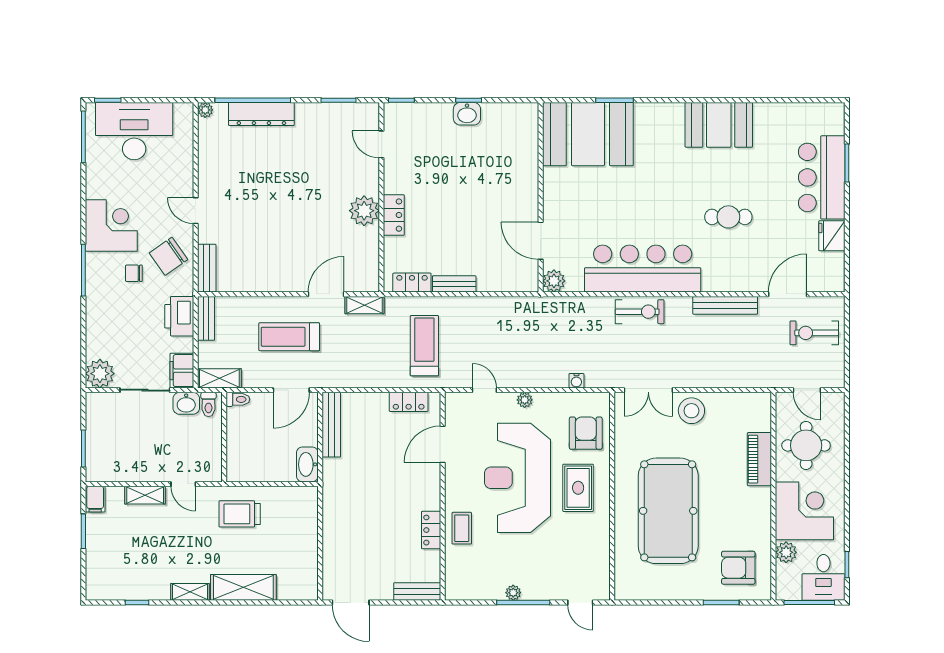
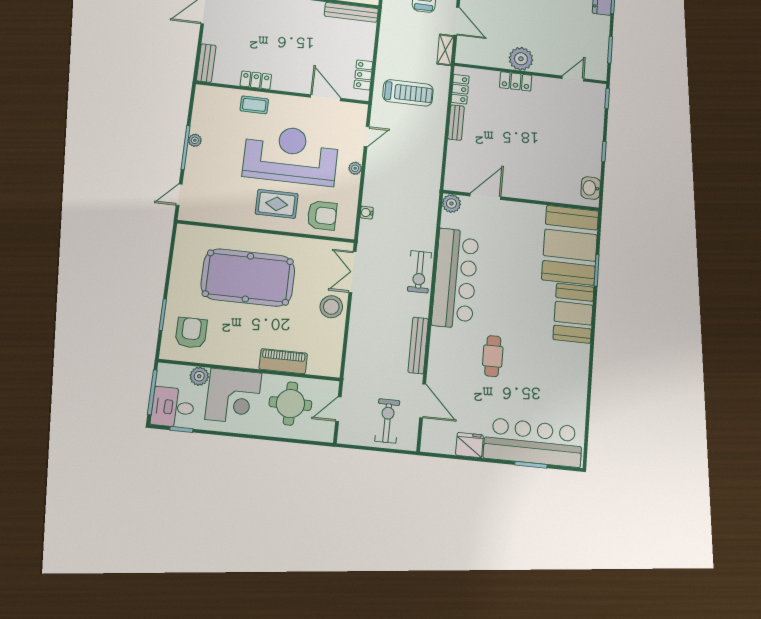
washbasin: (467, 114) -> (591, 188), moved
booth: (719, 125) -> (573, 313), moved
bar counter: (822, 177) -> (533, 442), width x1.36

